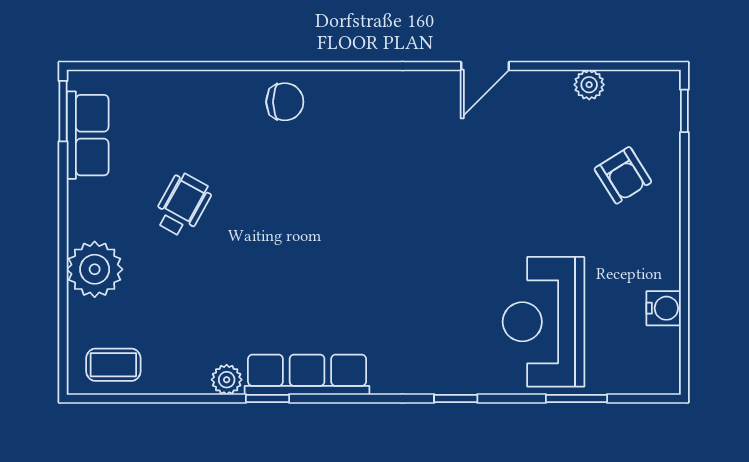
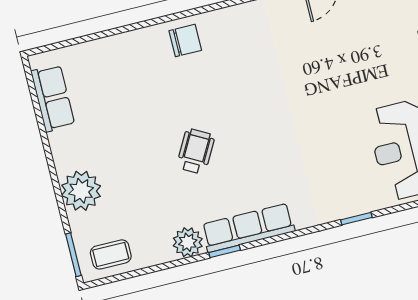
window: (63, 111) -> (73, 255), moved
wheelchair: (182, 205) -> (196, 151), moved
plant: (227, 380) -> (188, 242), width x1.38, depth x1.38

